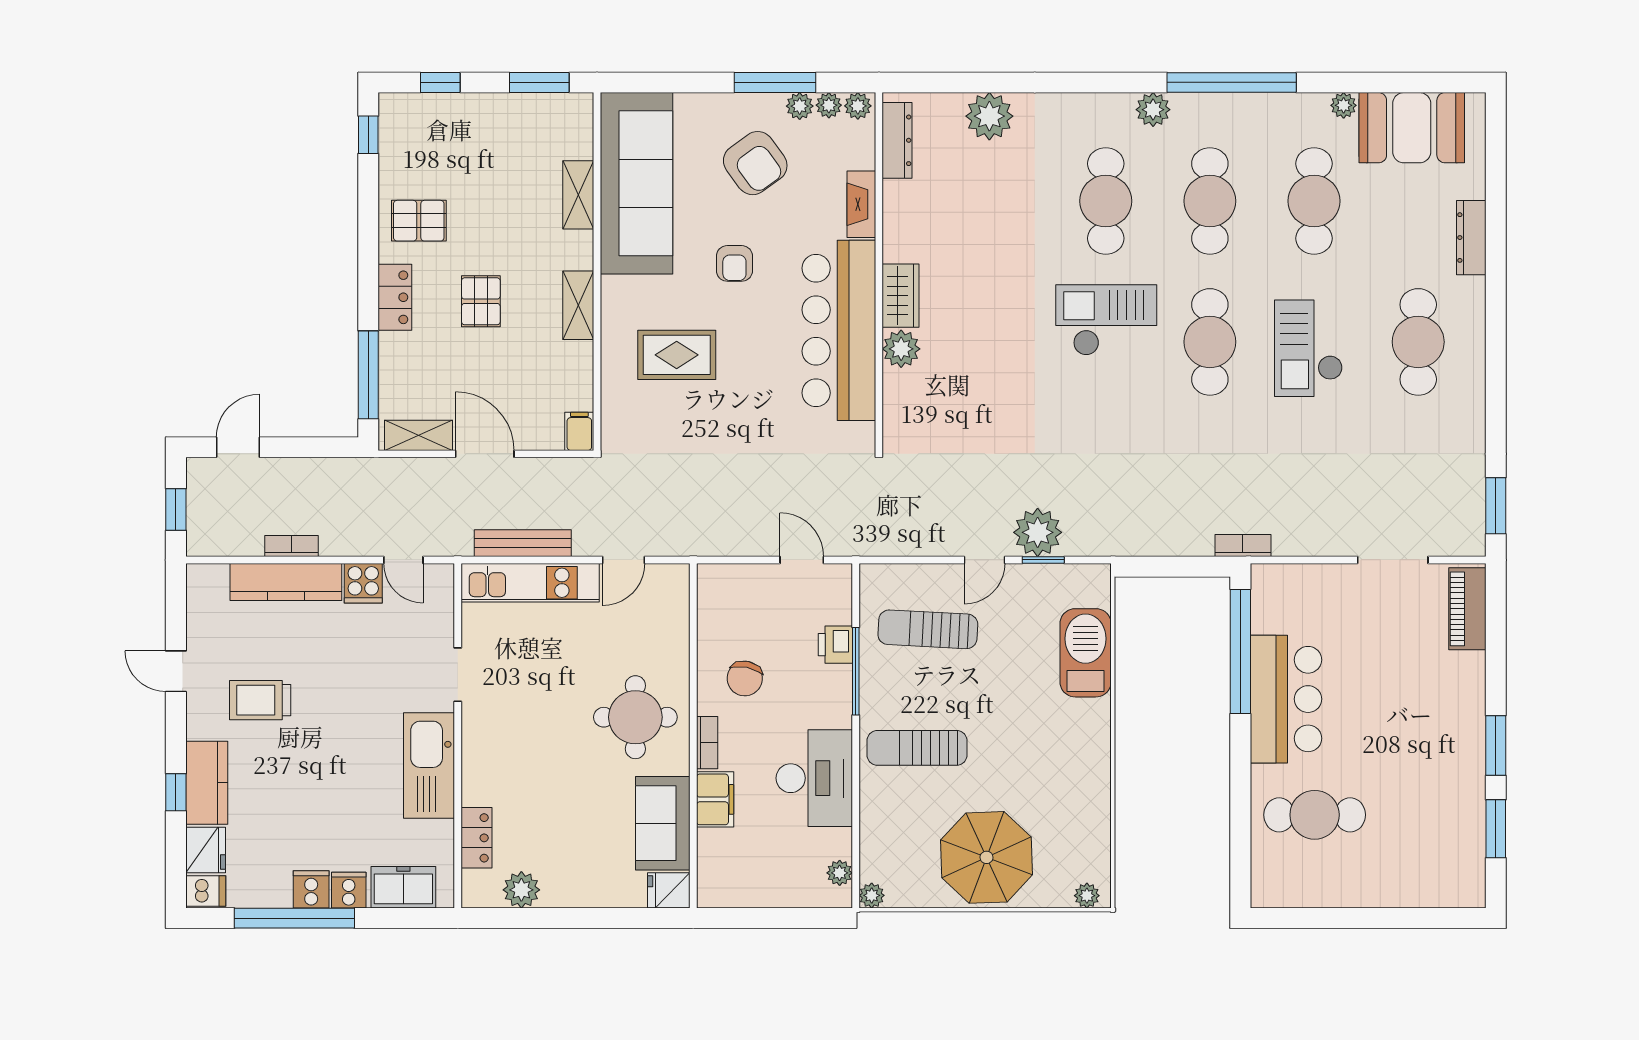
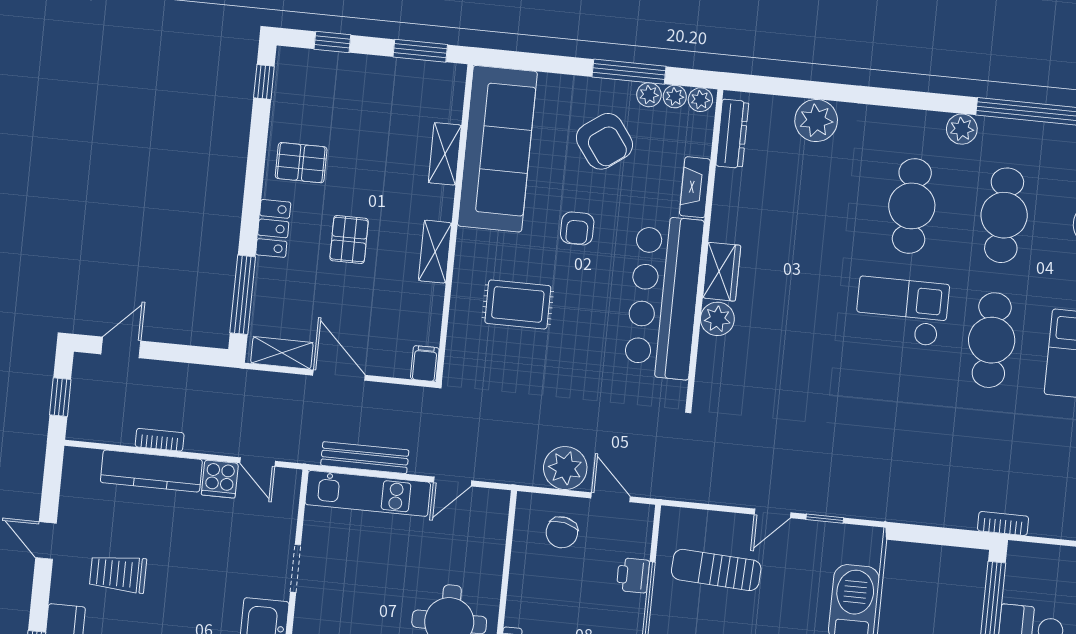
plant: (1038, 532) -> (565, 468), moved
chair: (745, 678) -> (562, 532), moved

